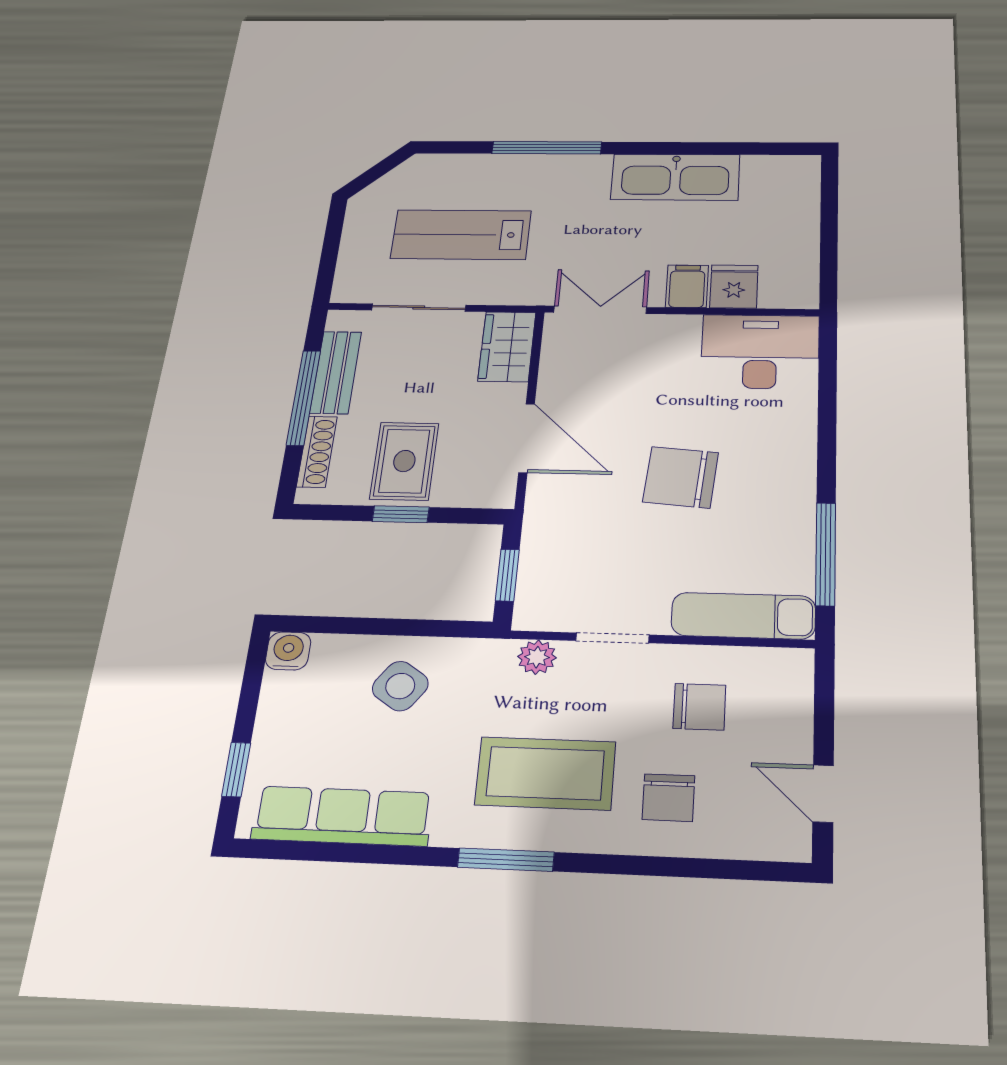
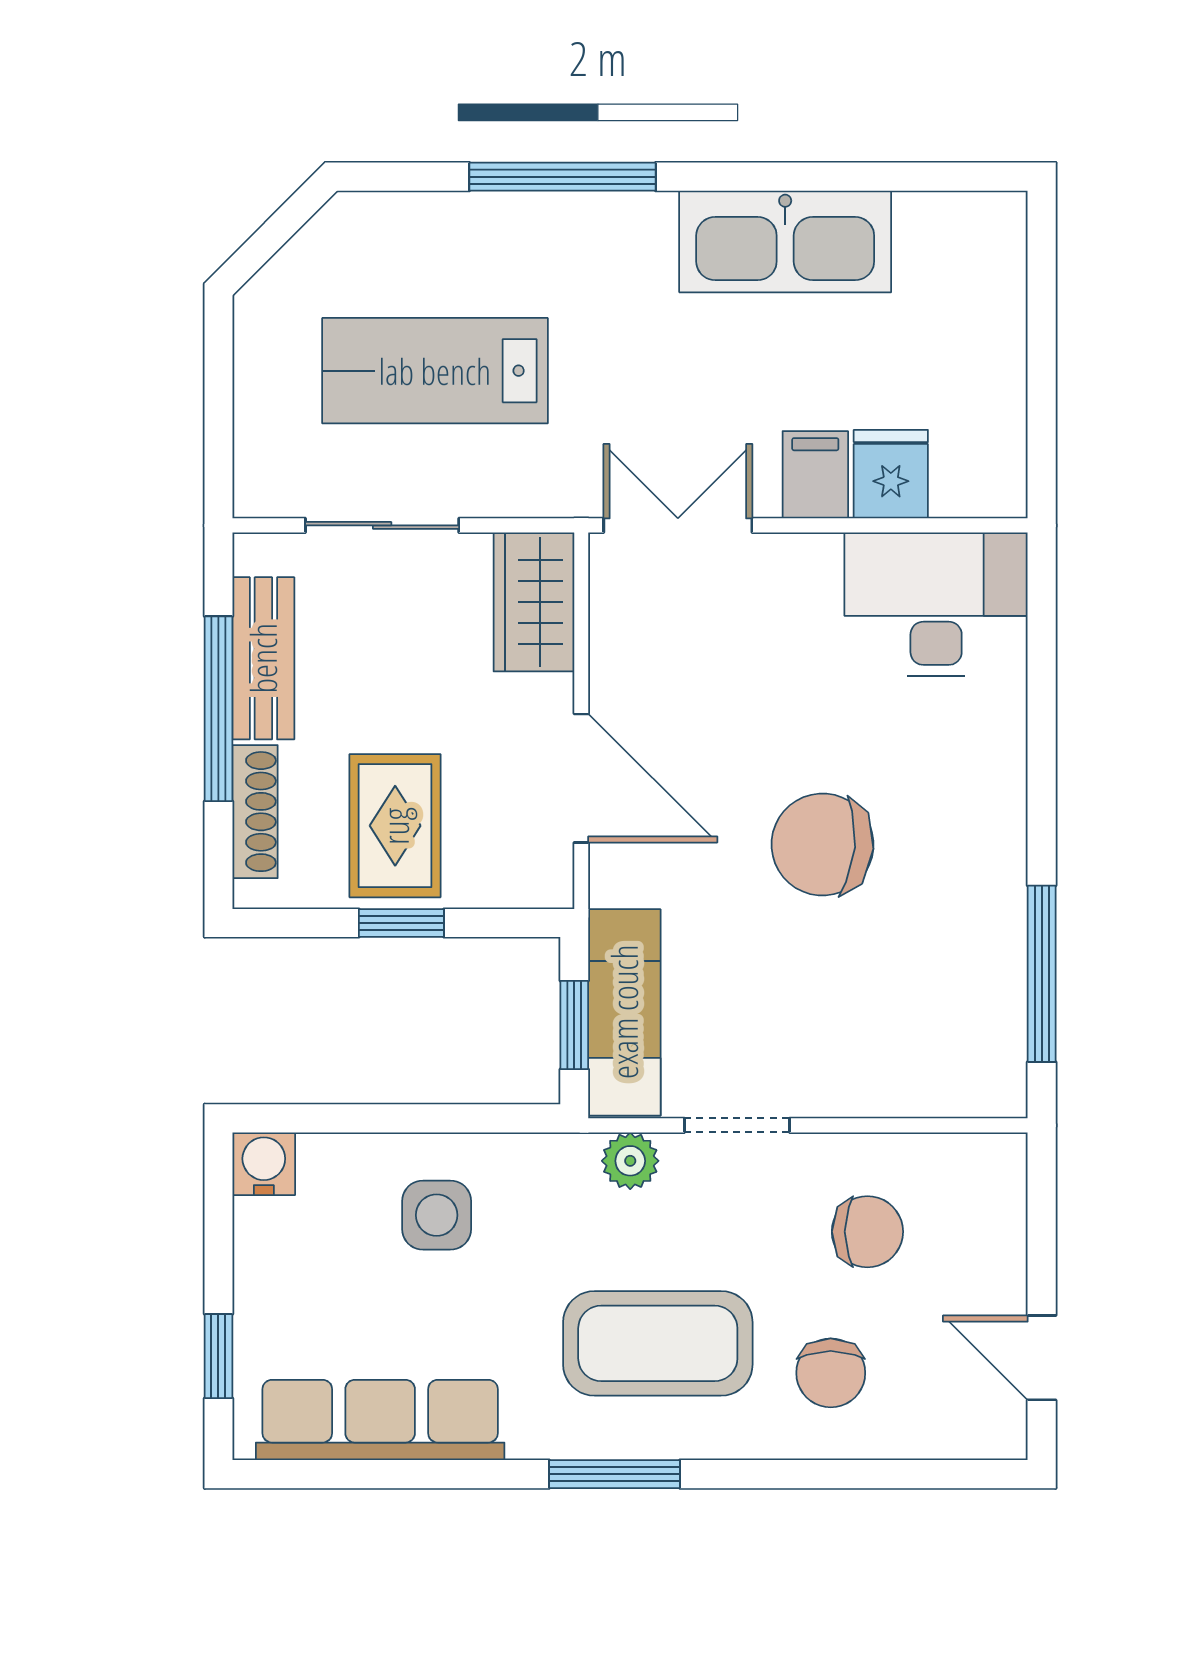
exam couch: (743, 616) -> (624, 1012), moved, turned 90
side table: (400, 686) -> (437, 1215), turned -35

